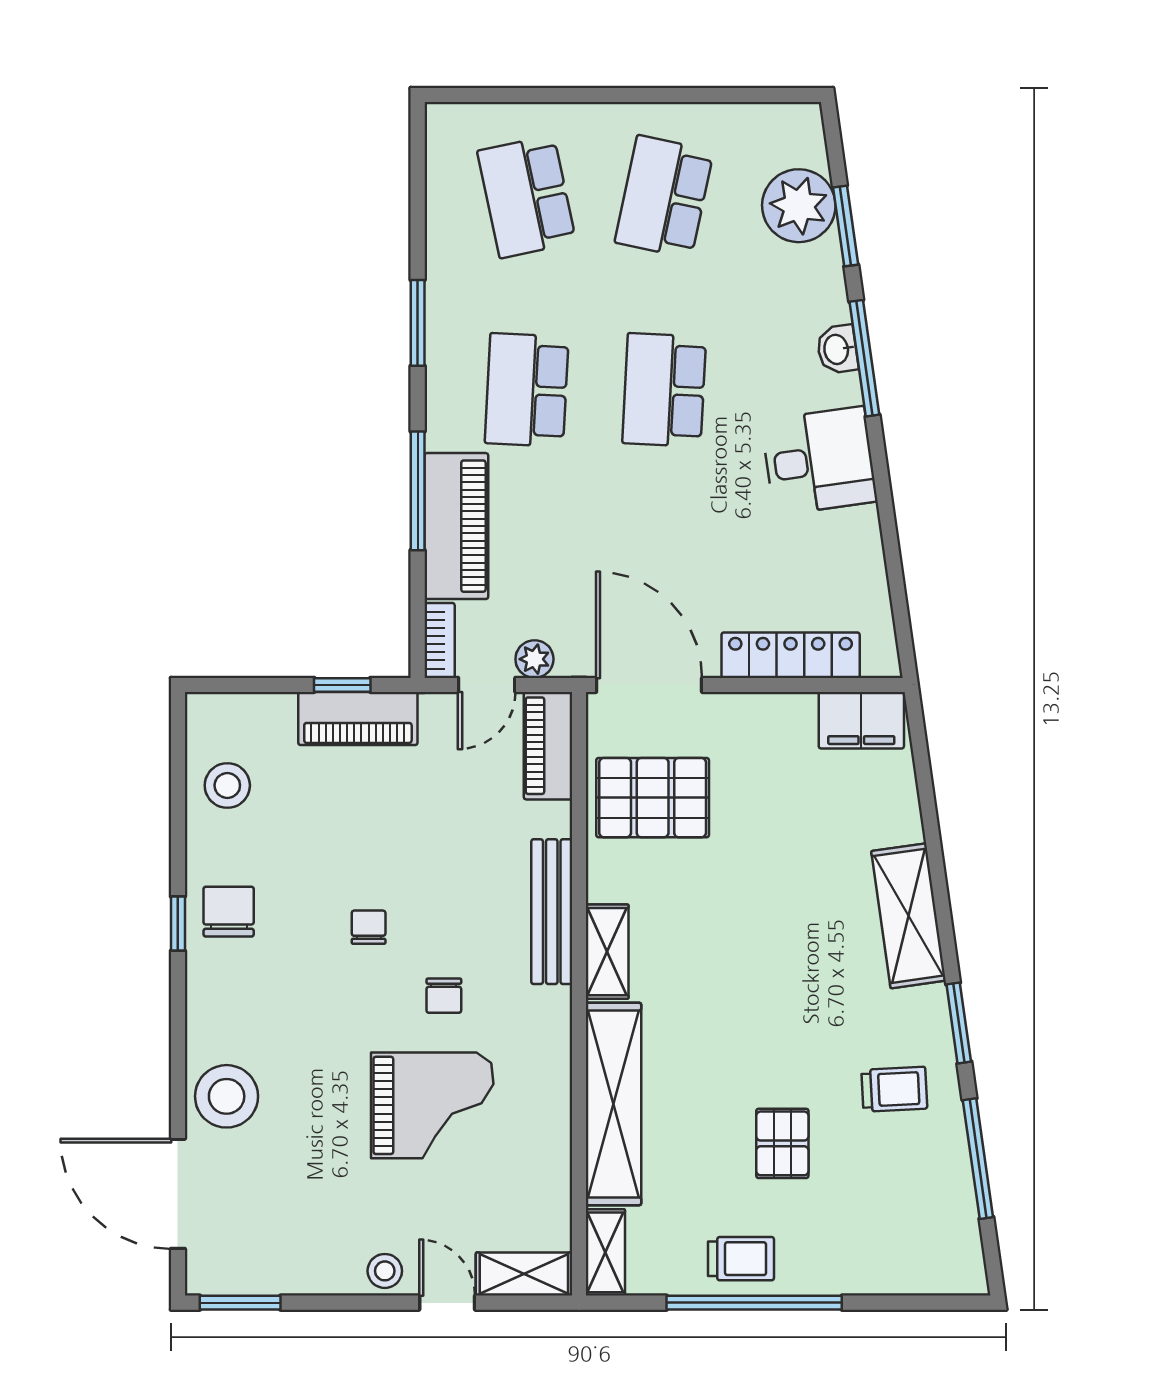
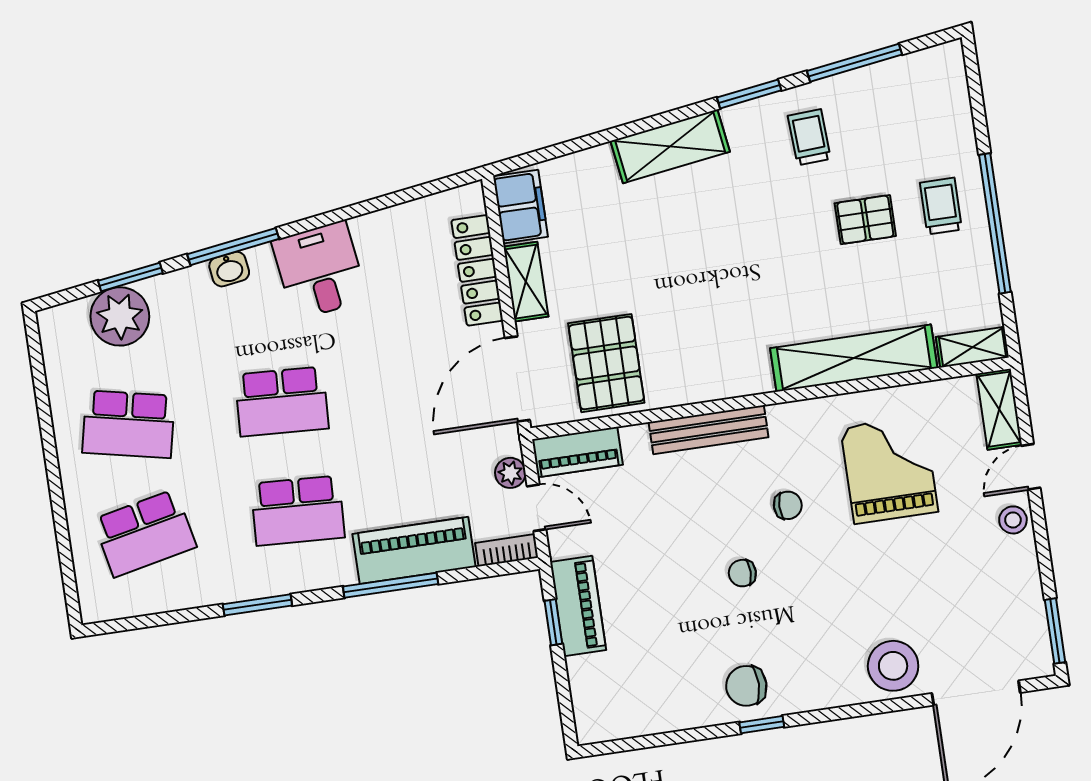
stool: (227, 785) -> (647, 702), removed
shelving: (607, 952) -> (526, 282), moved, turned 90
grand piano: (432, 1105) -> (889, 470), moved
trolley: (741, 1259) -> (941, 206), moved

